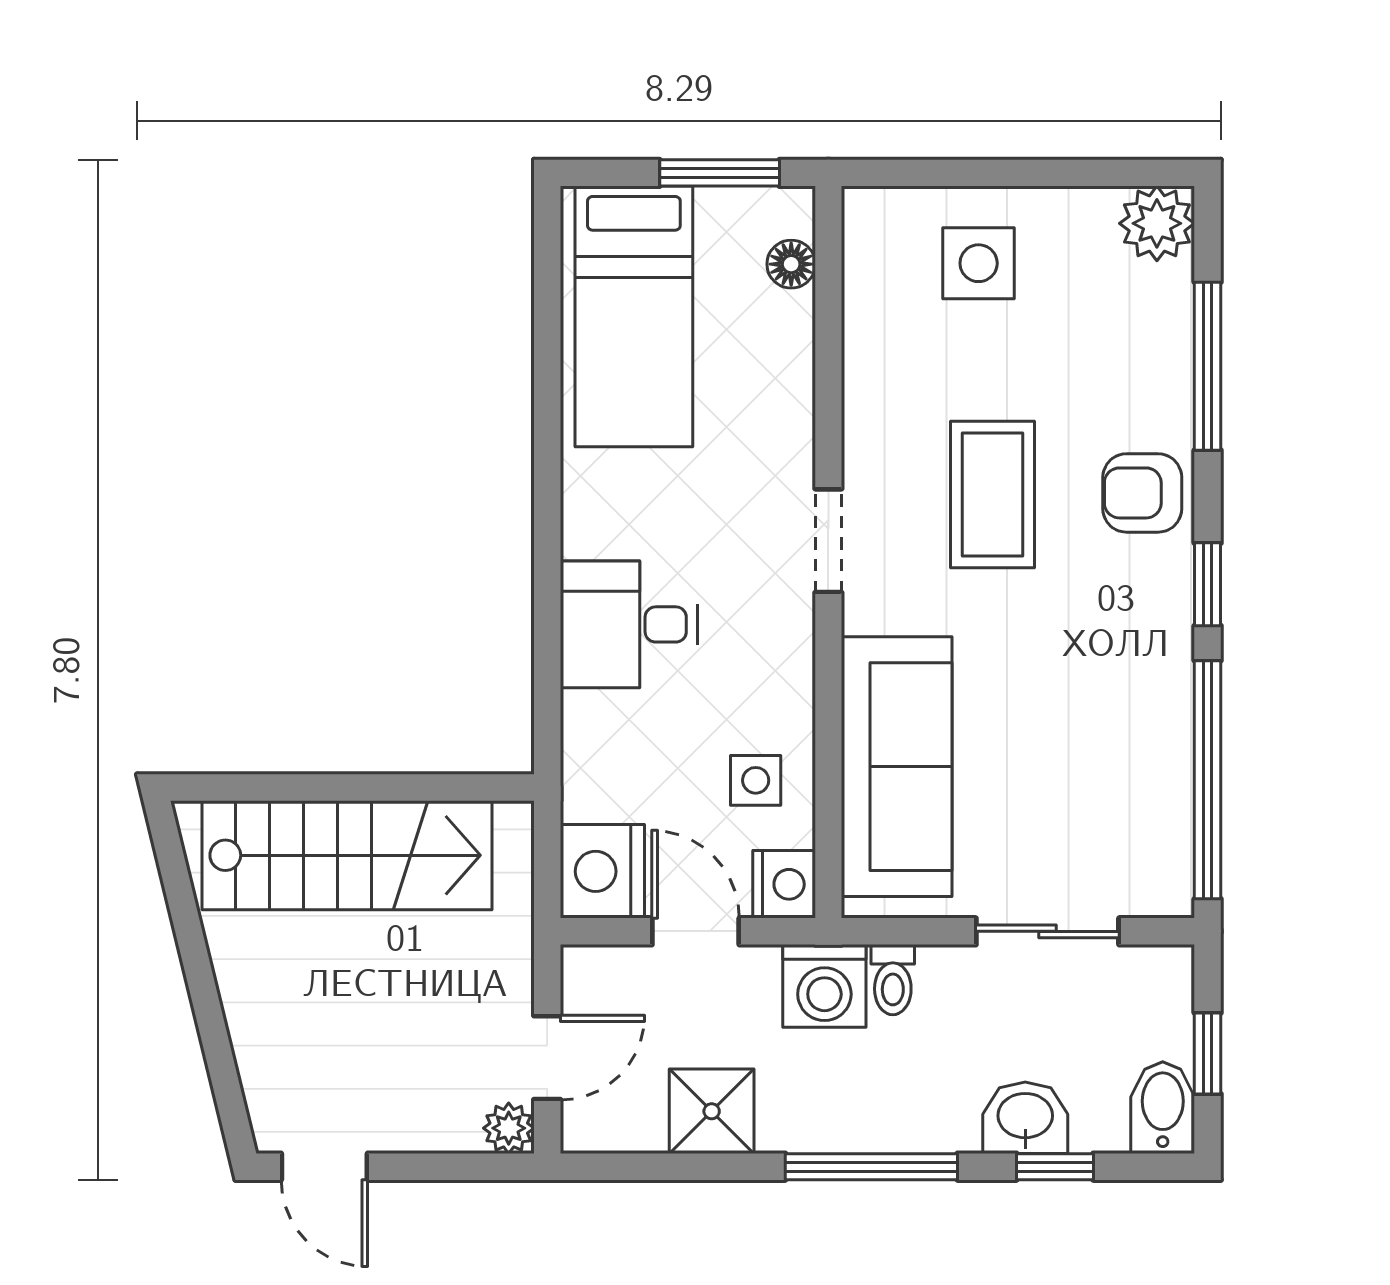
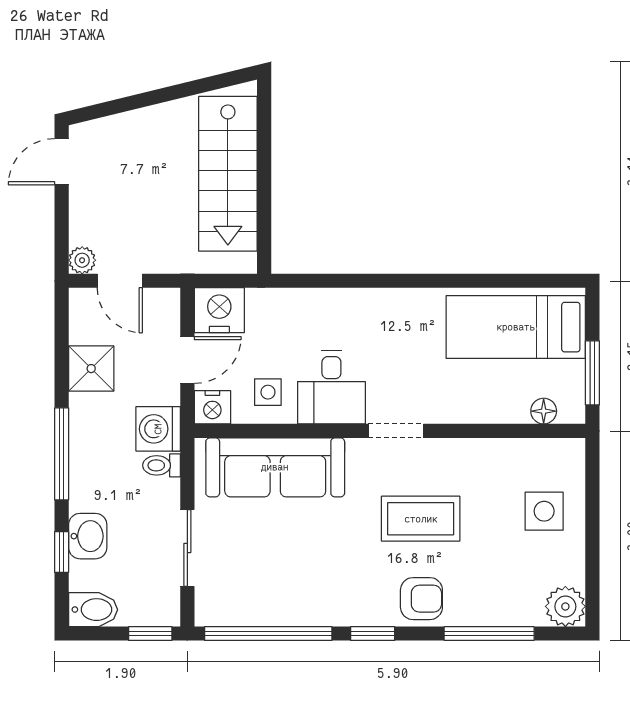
armchair: (1142, 493) -> (421, 599), turned 90
desk: (629, 624) -> (331, 387), moved, turned 180
window: (1208, 1053) -> (150, 634), moved

